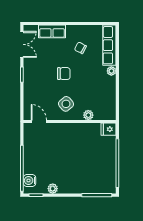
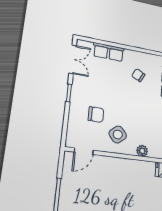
chair: (64, 74) -> (96, 114), moved
door: (39, 122) -> (84, 151), swing flipped

